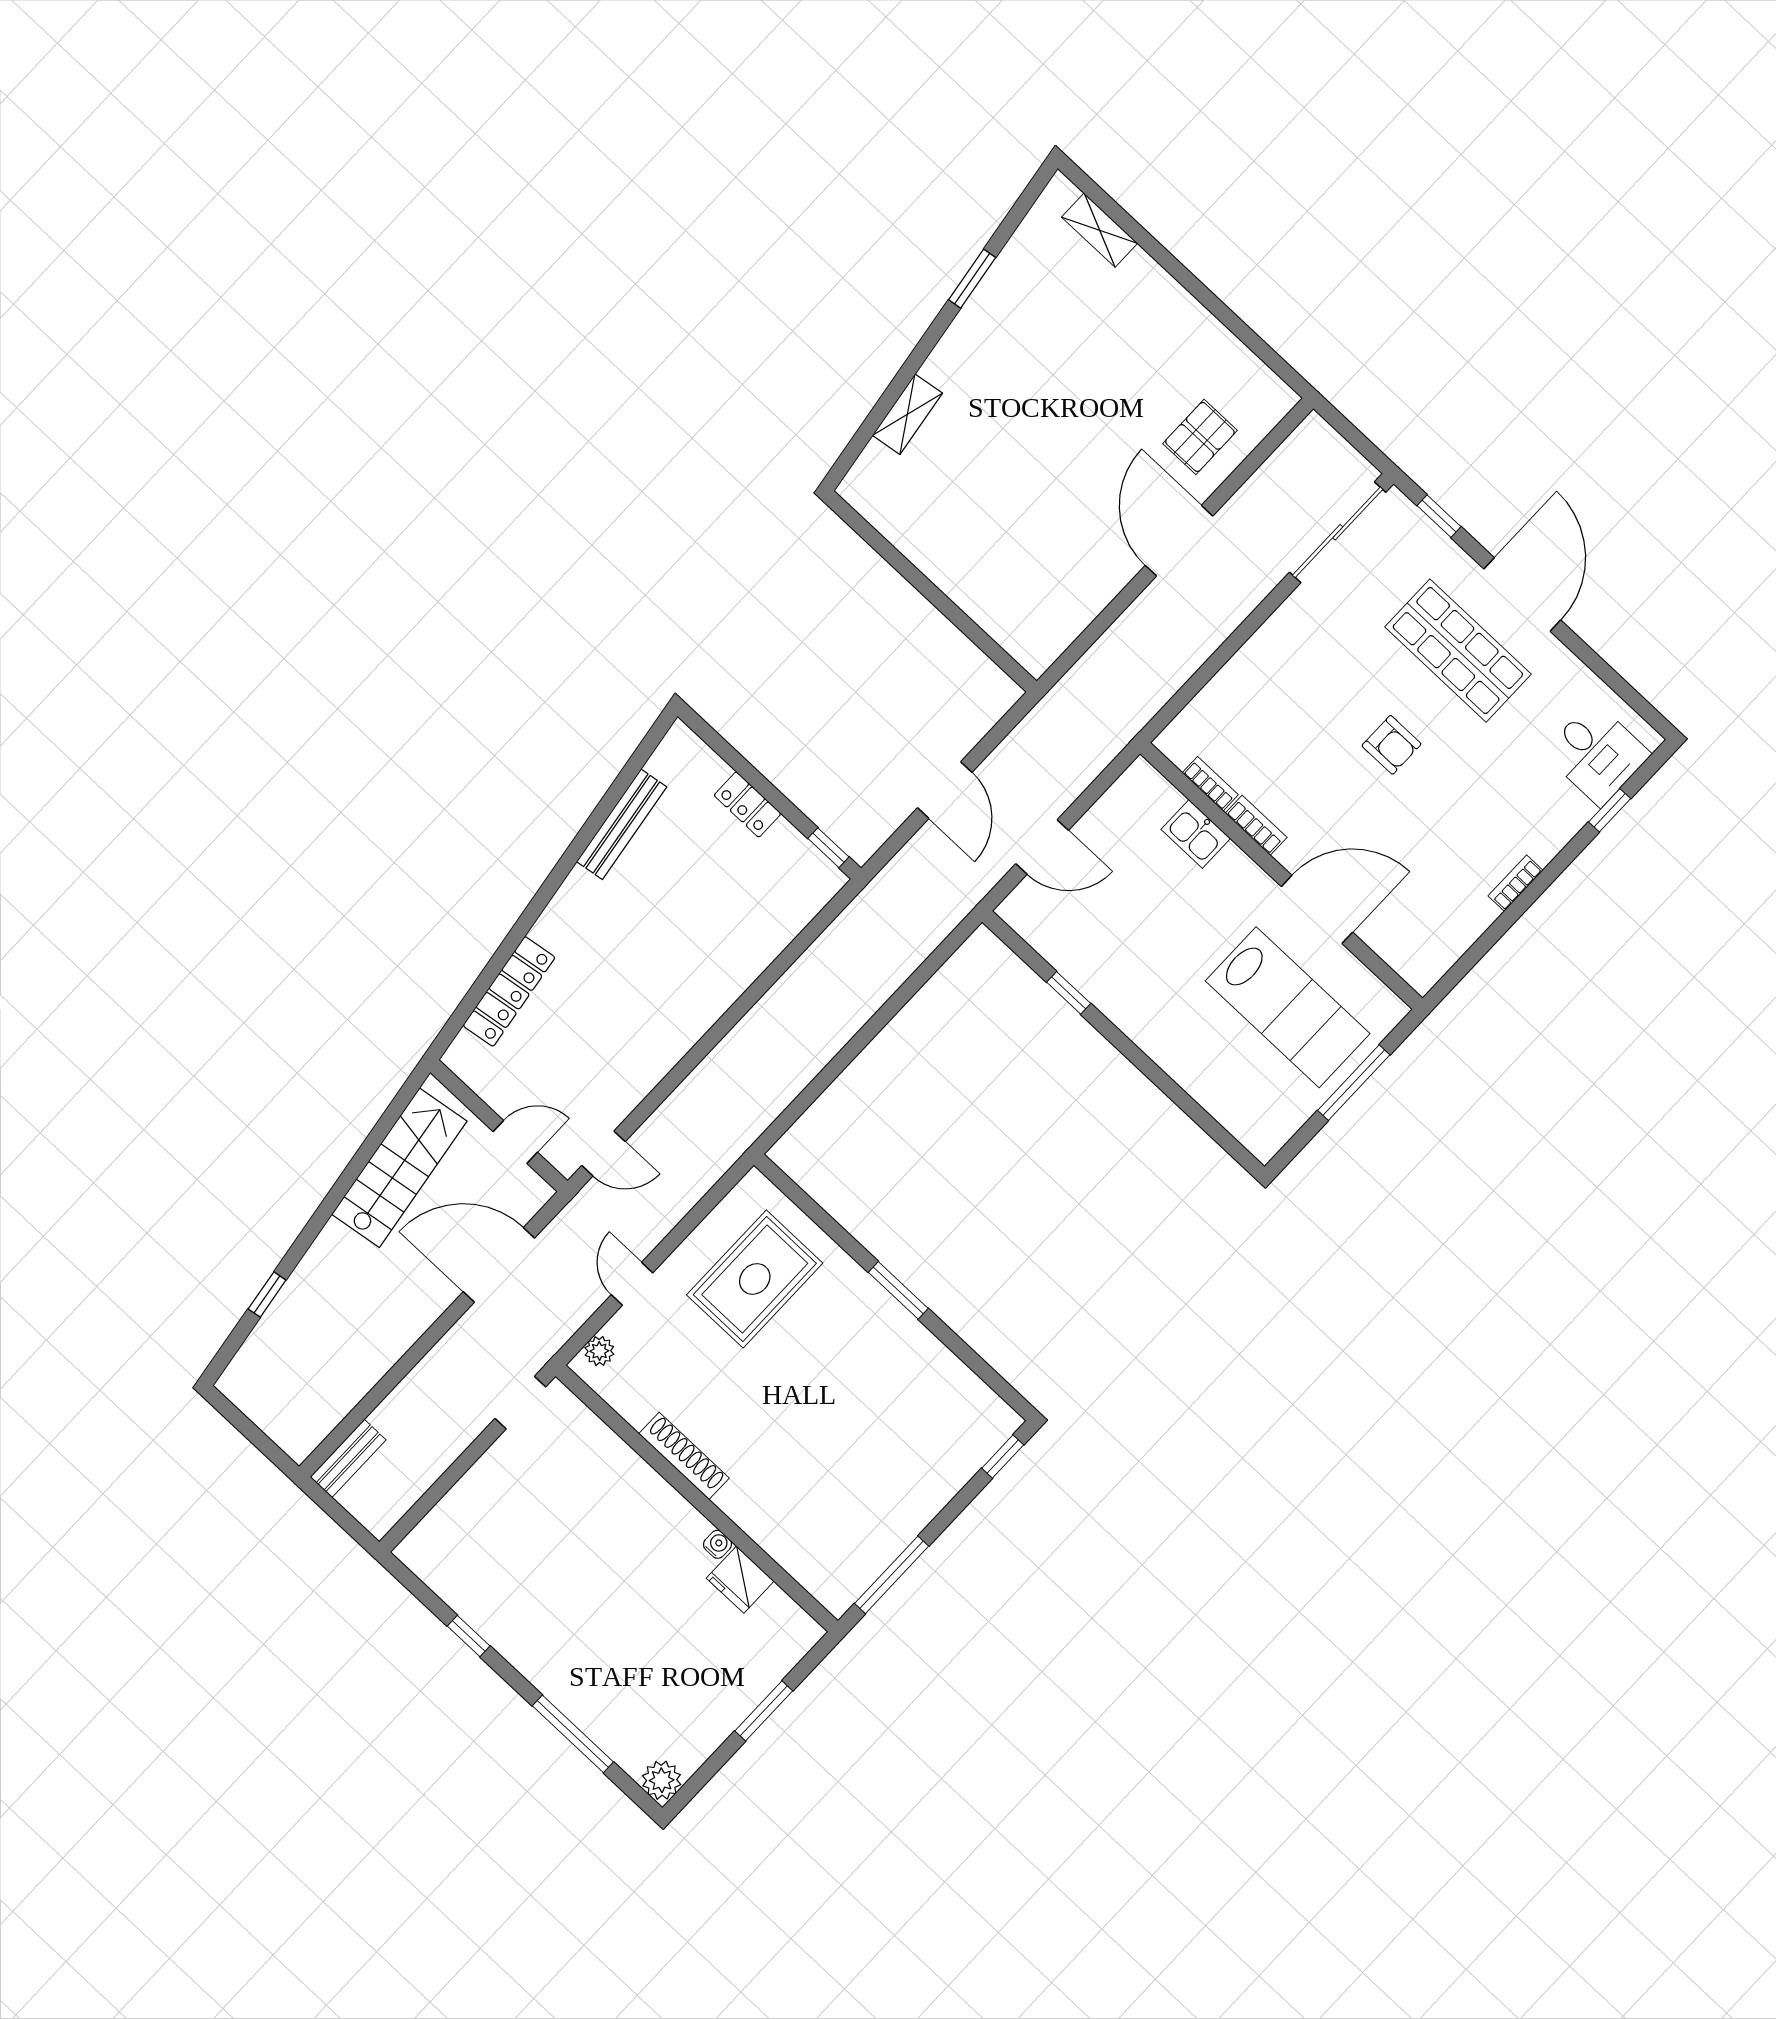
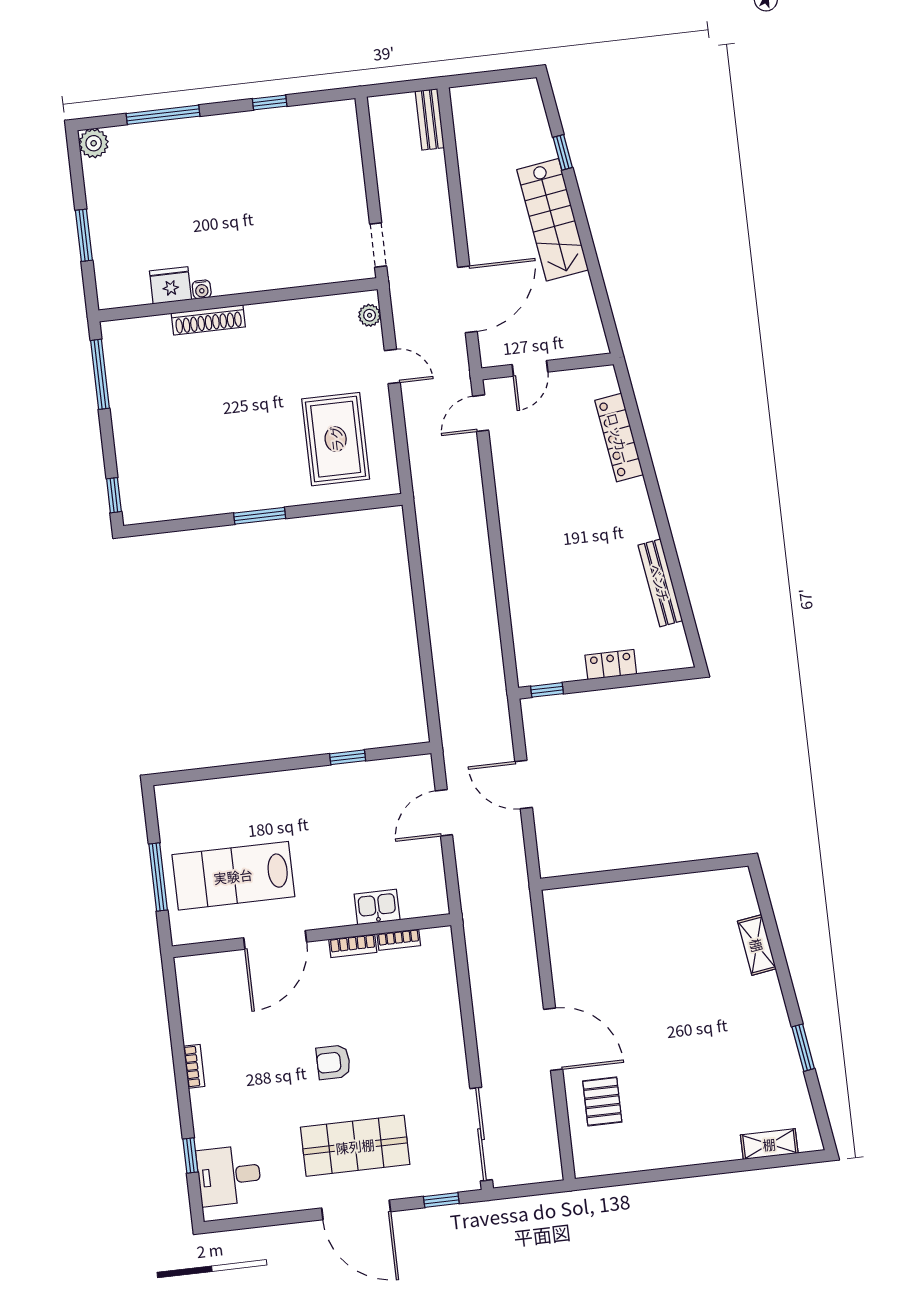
stairs: (399, 1168) -> (553, 220), moved
shoe rack: (684, 1456) -> (208, 320), moved

